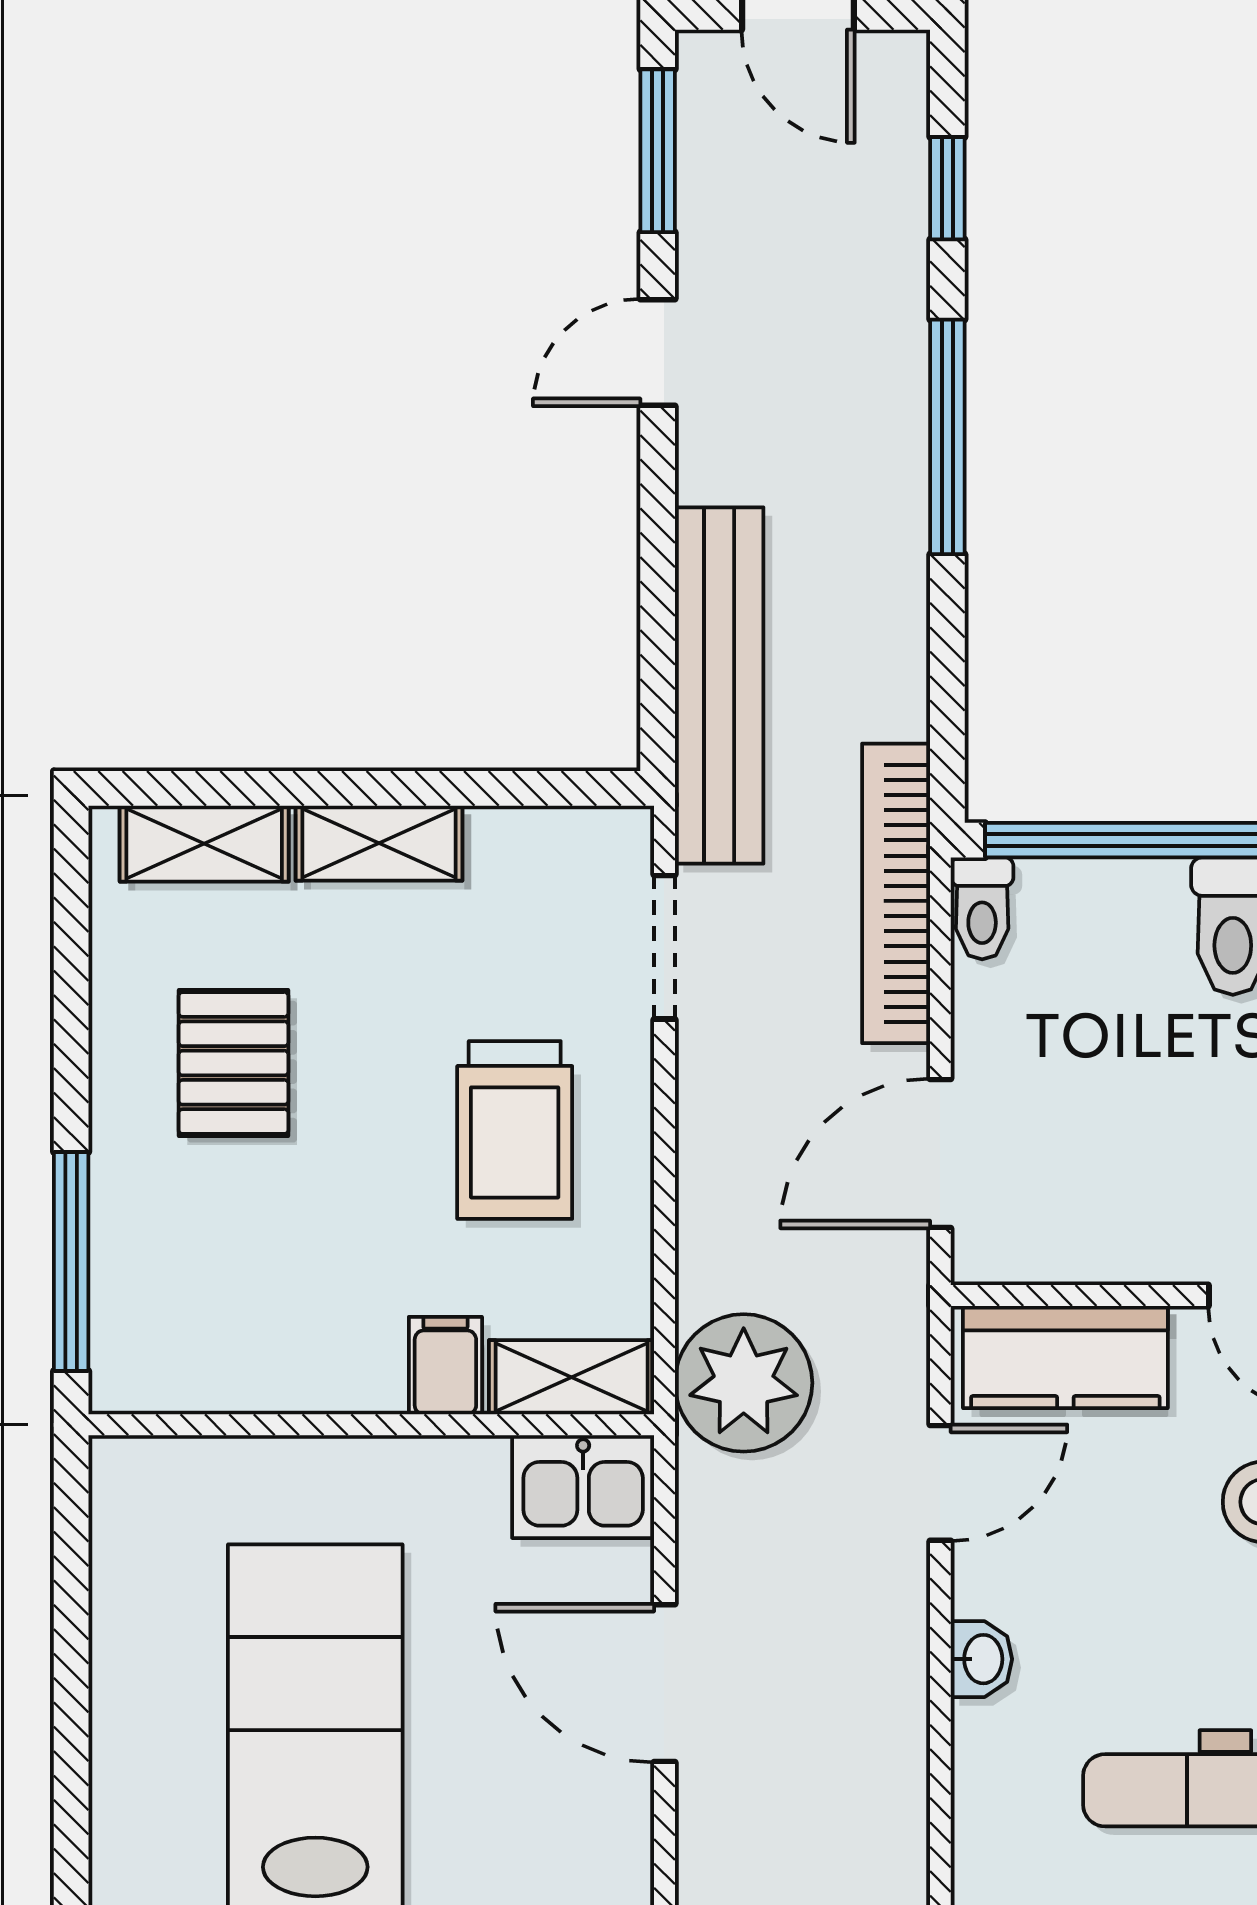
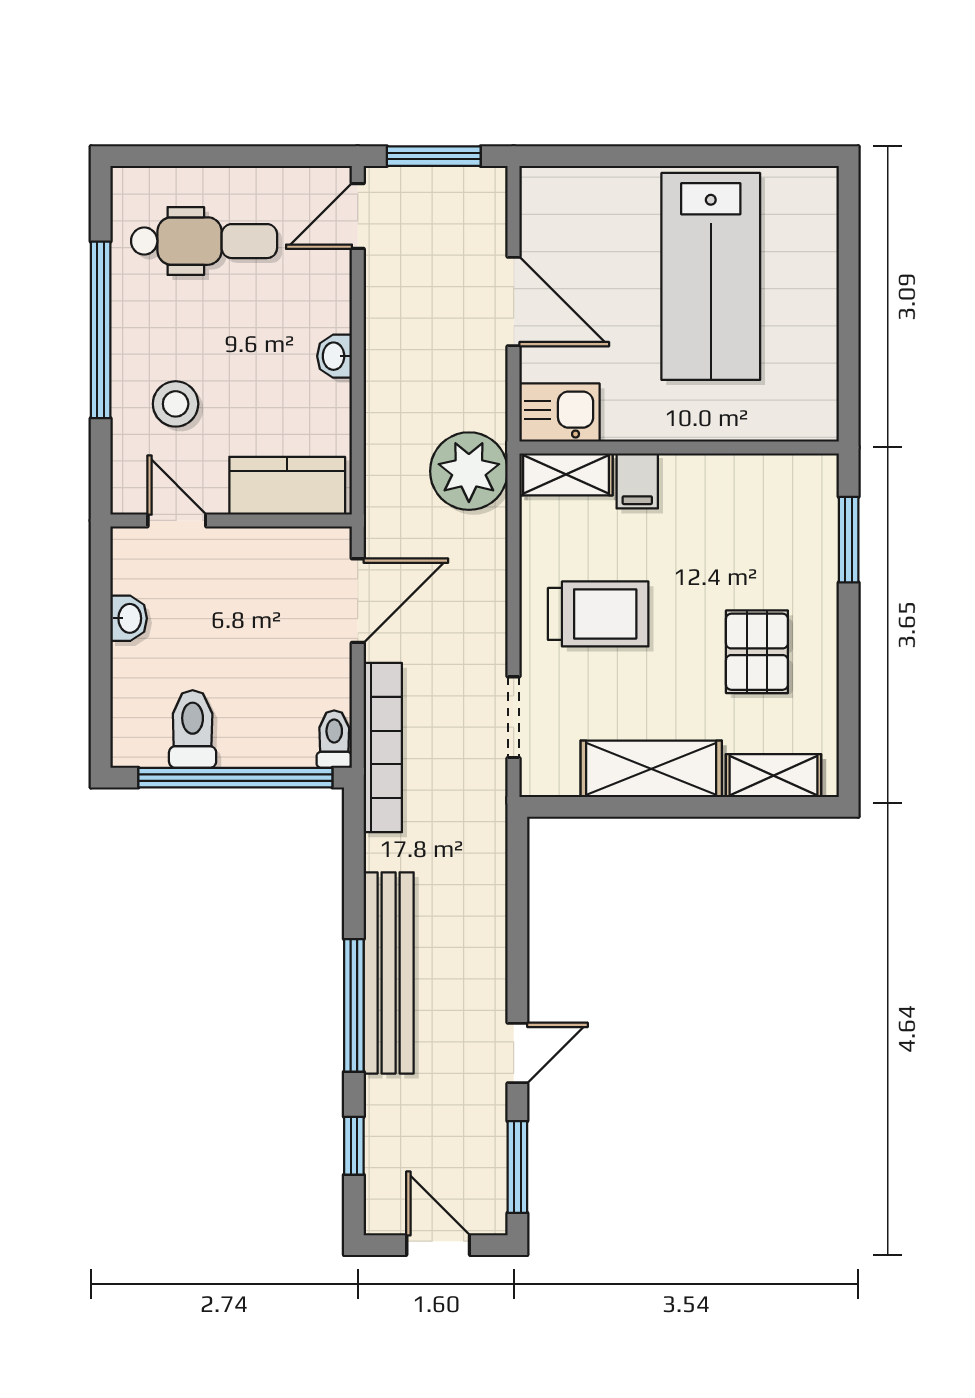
bench: (719, 686) -> (389, 973), moved
shelving: (379, 843) -> (651, 769), width x1.50, depth x1.33
trolley: (515, 1130) -> (598, 614), turned 90
window: (71, 1261) -> (849, 540), width x0.69
door: (940, 1483) -> (358, 216), moved
washbasin: (981, 1659) -> (335, 356), moved

